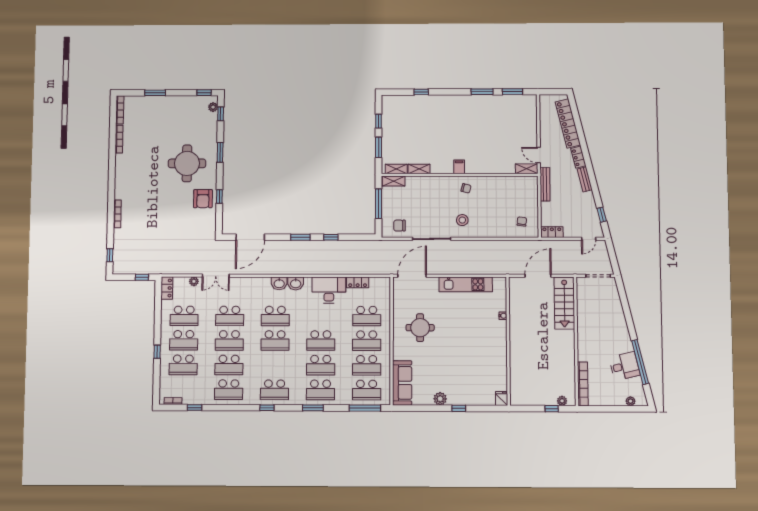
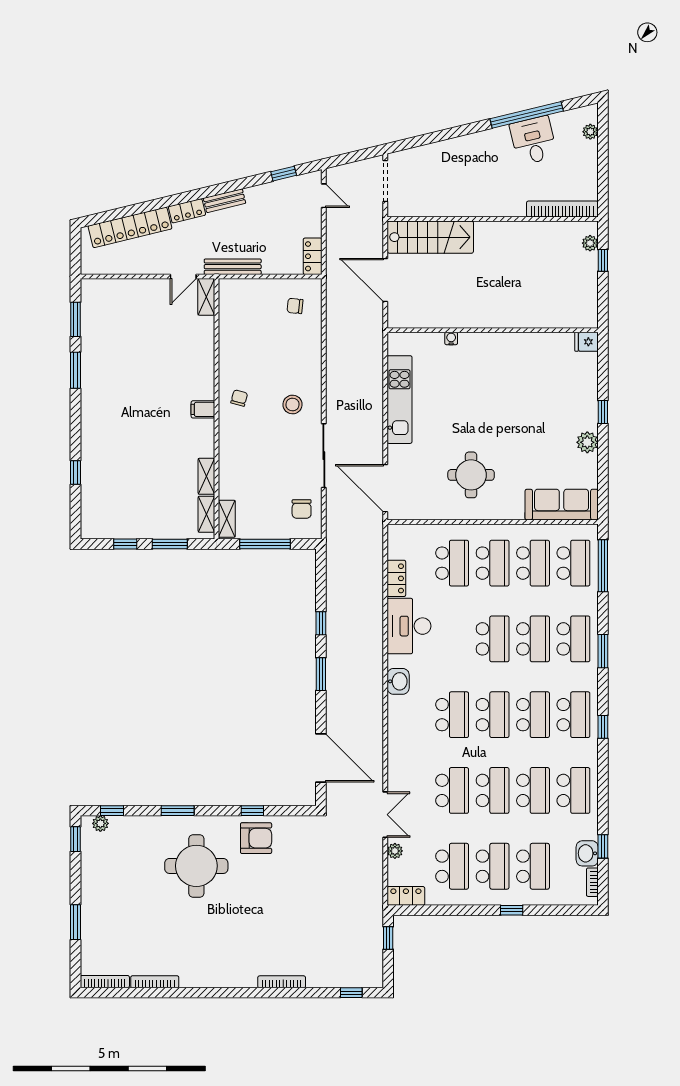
washbasin: (279, 283) -> (587, 853), moved, turned 180
school desk: (275, 365) -> (533, 715), added

